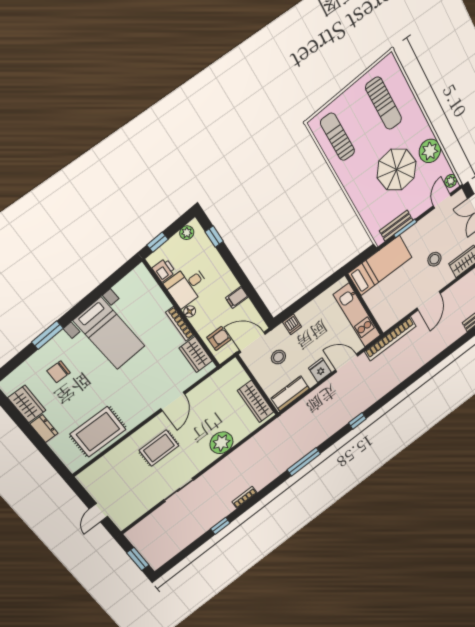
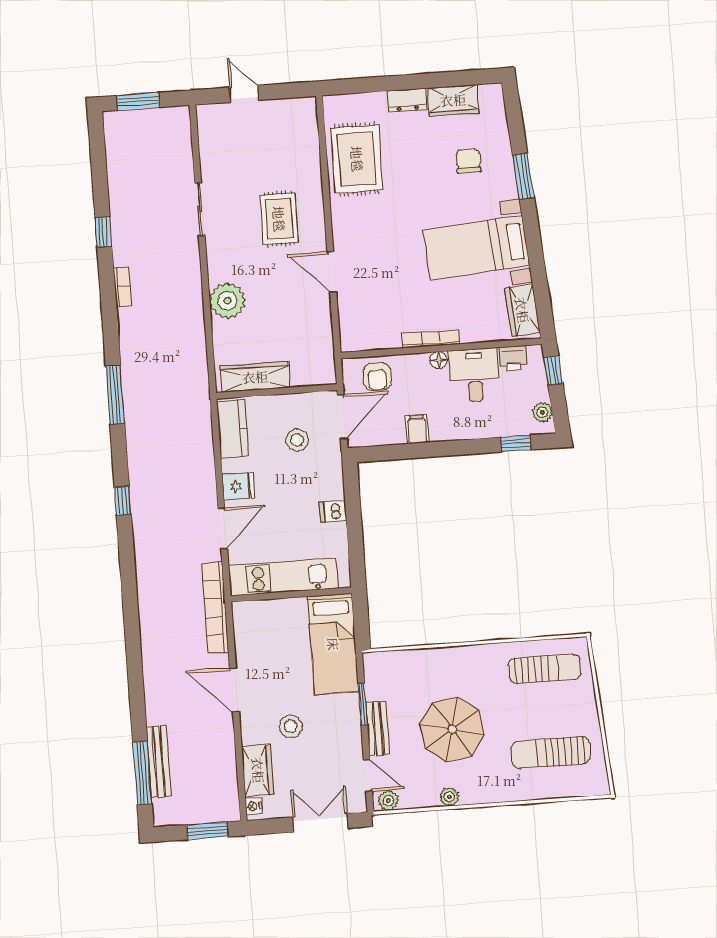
plant: (430, 151) -> (449, 797), width x0.53, depth x0.53
bench: (396, 226) -> (378, 728), moved
dishwasher: (292, 324) -> (333, 511), moved
wardrobe: (196, 354) -> (522, 310), moved, turned -95

